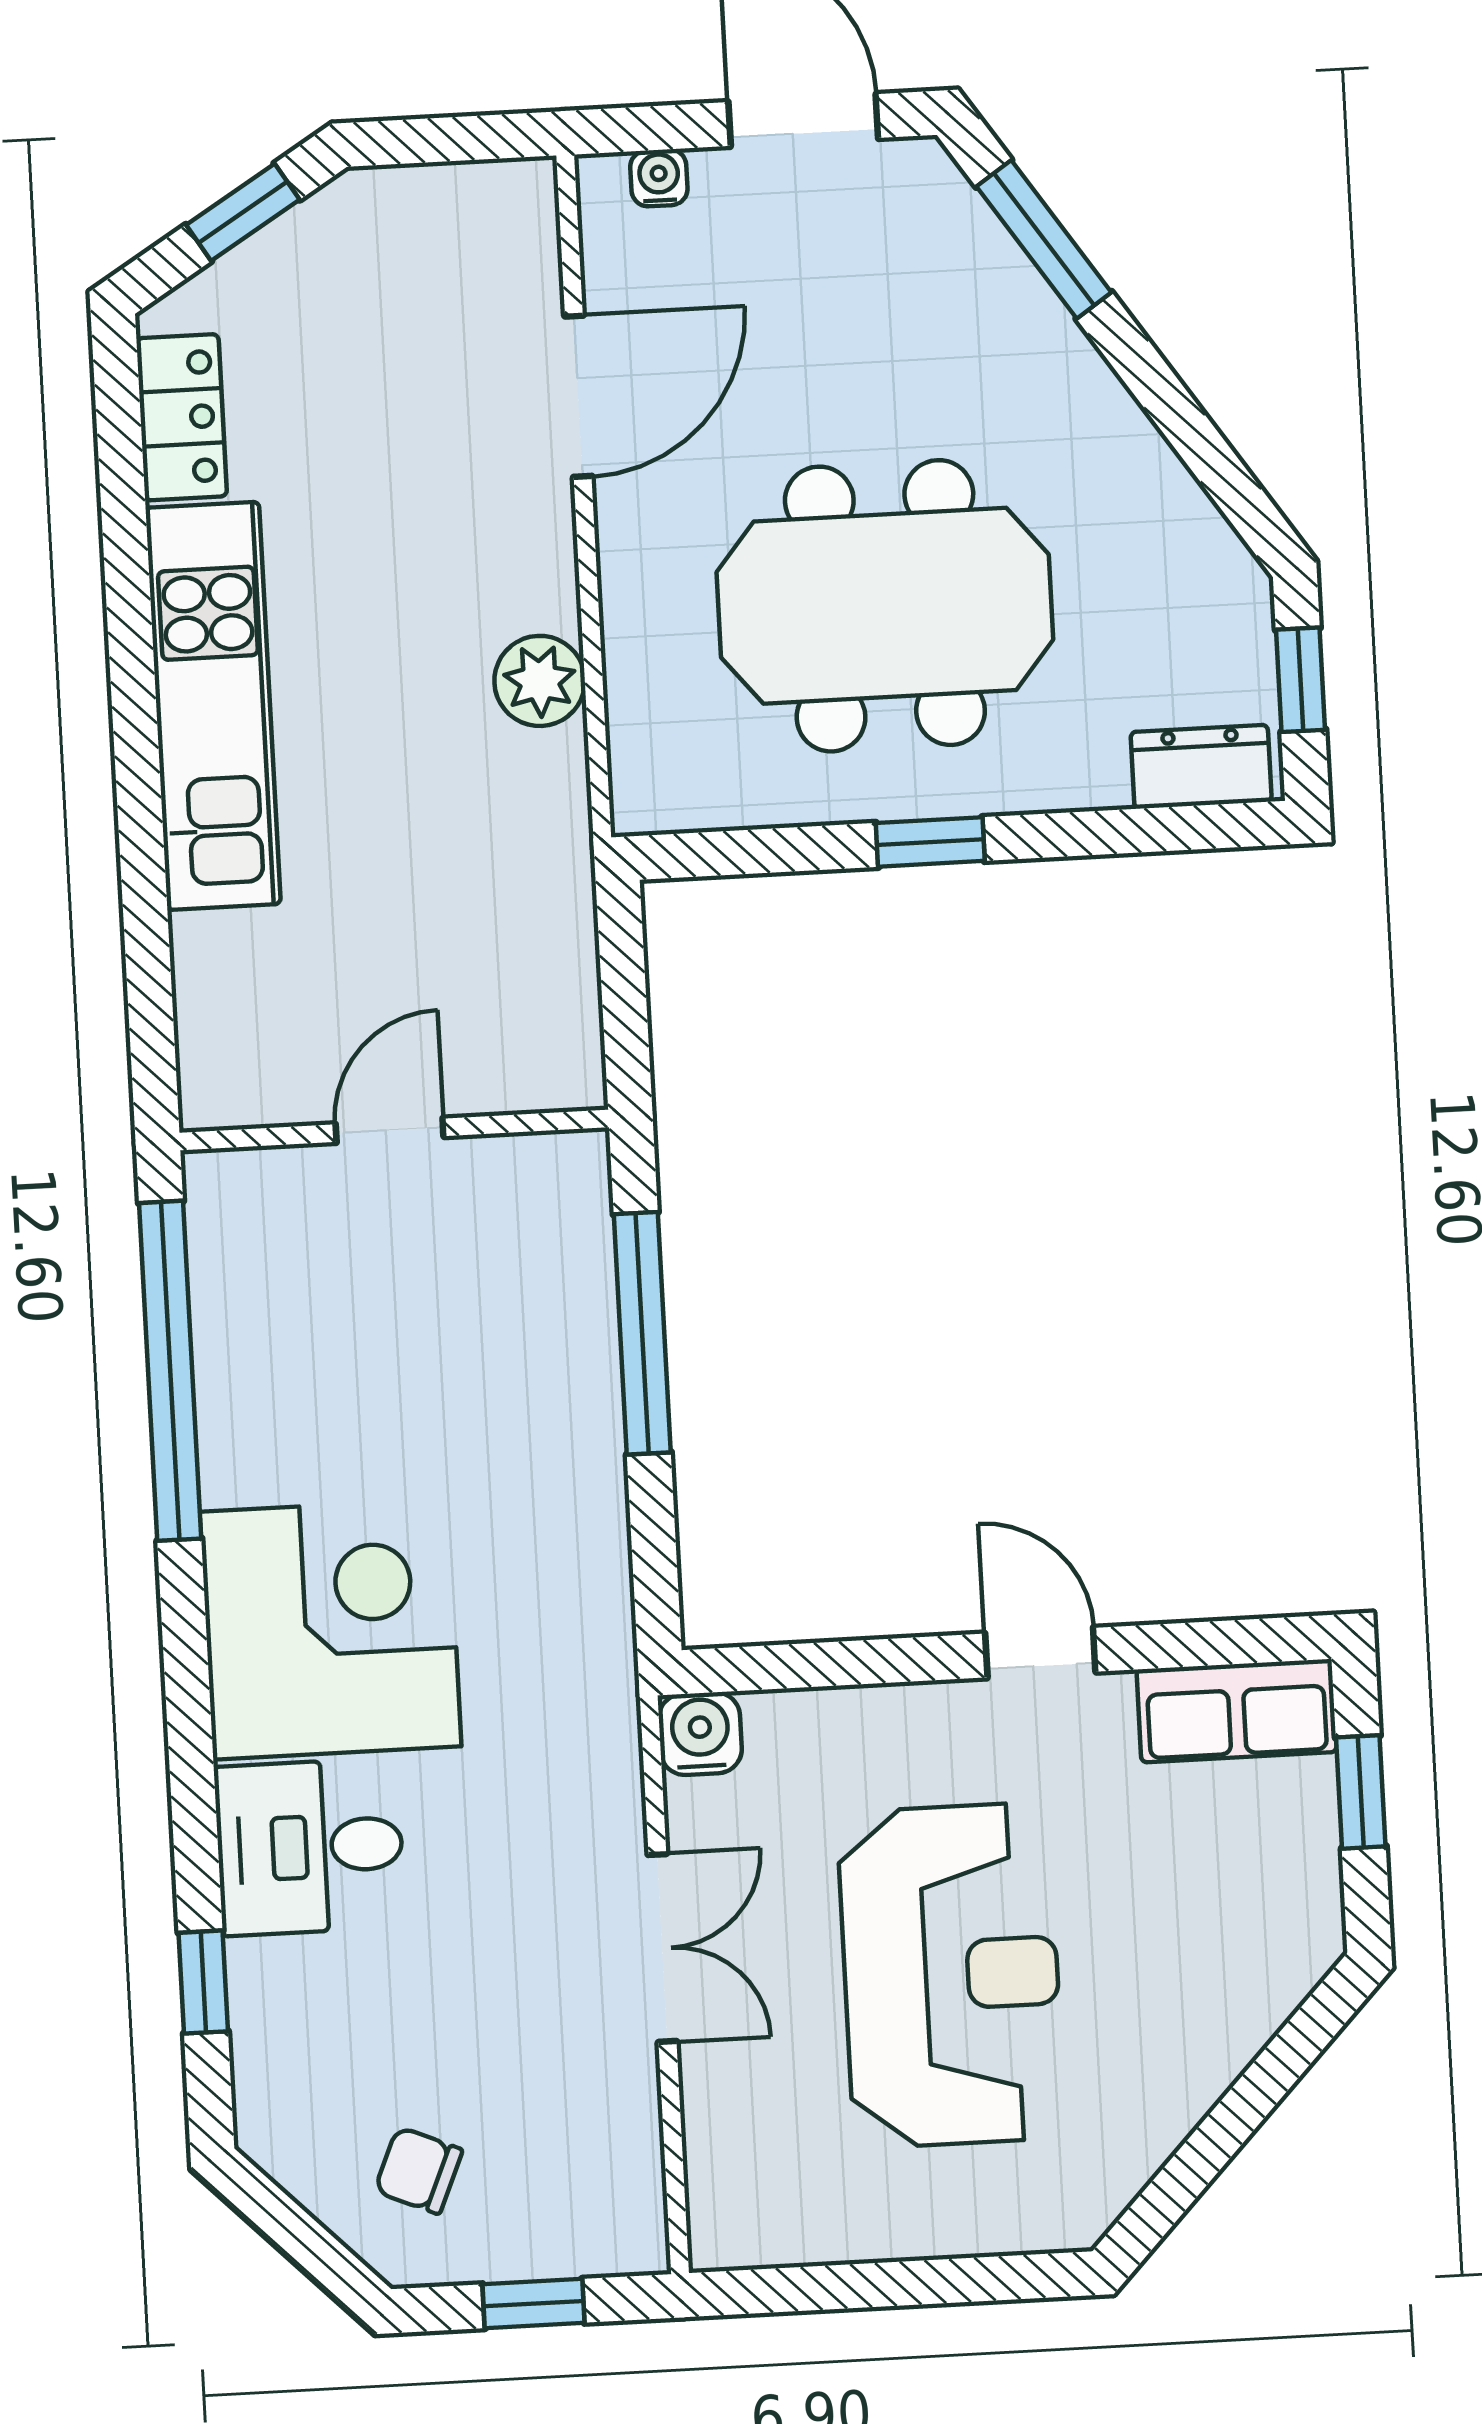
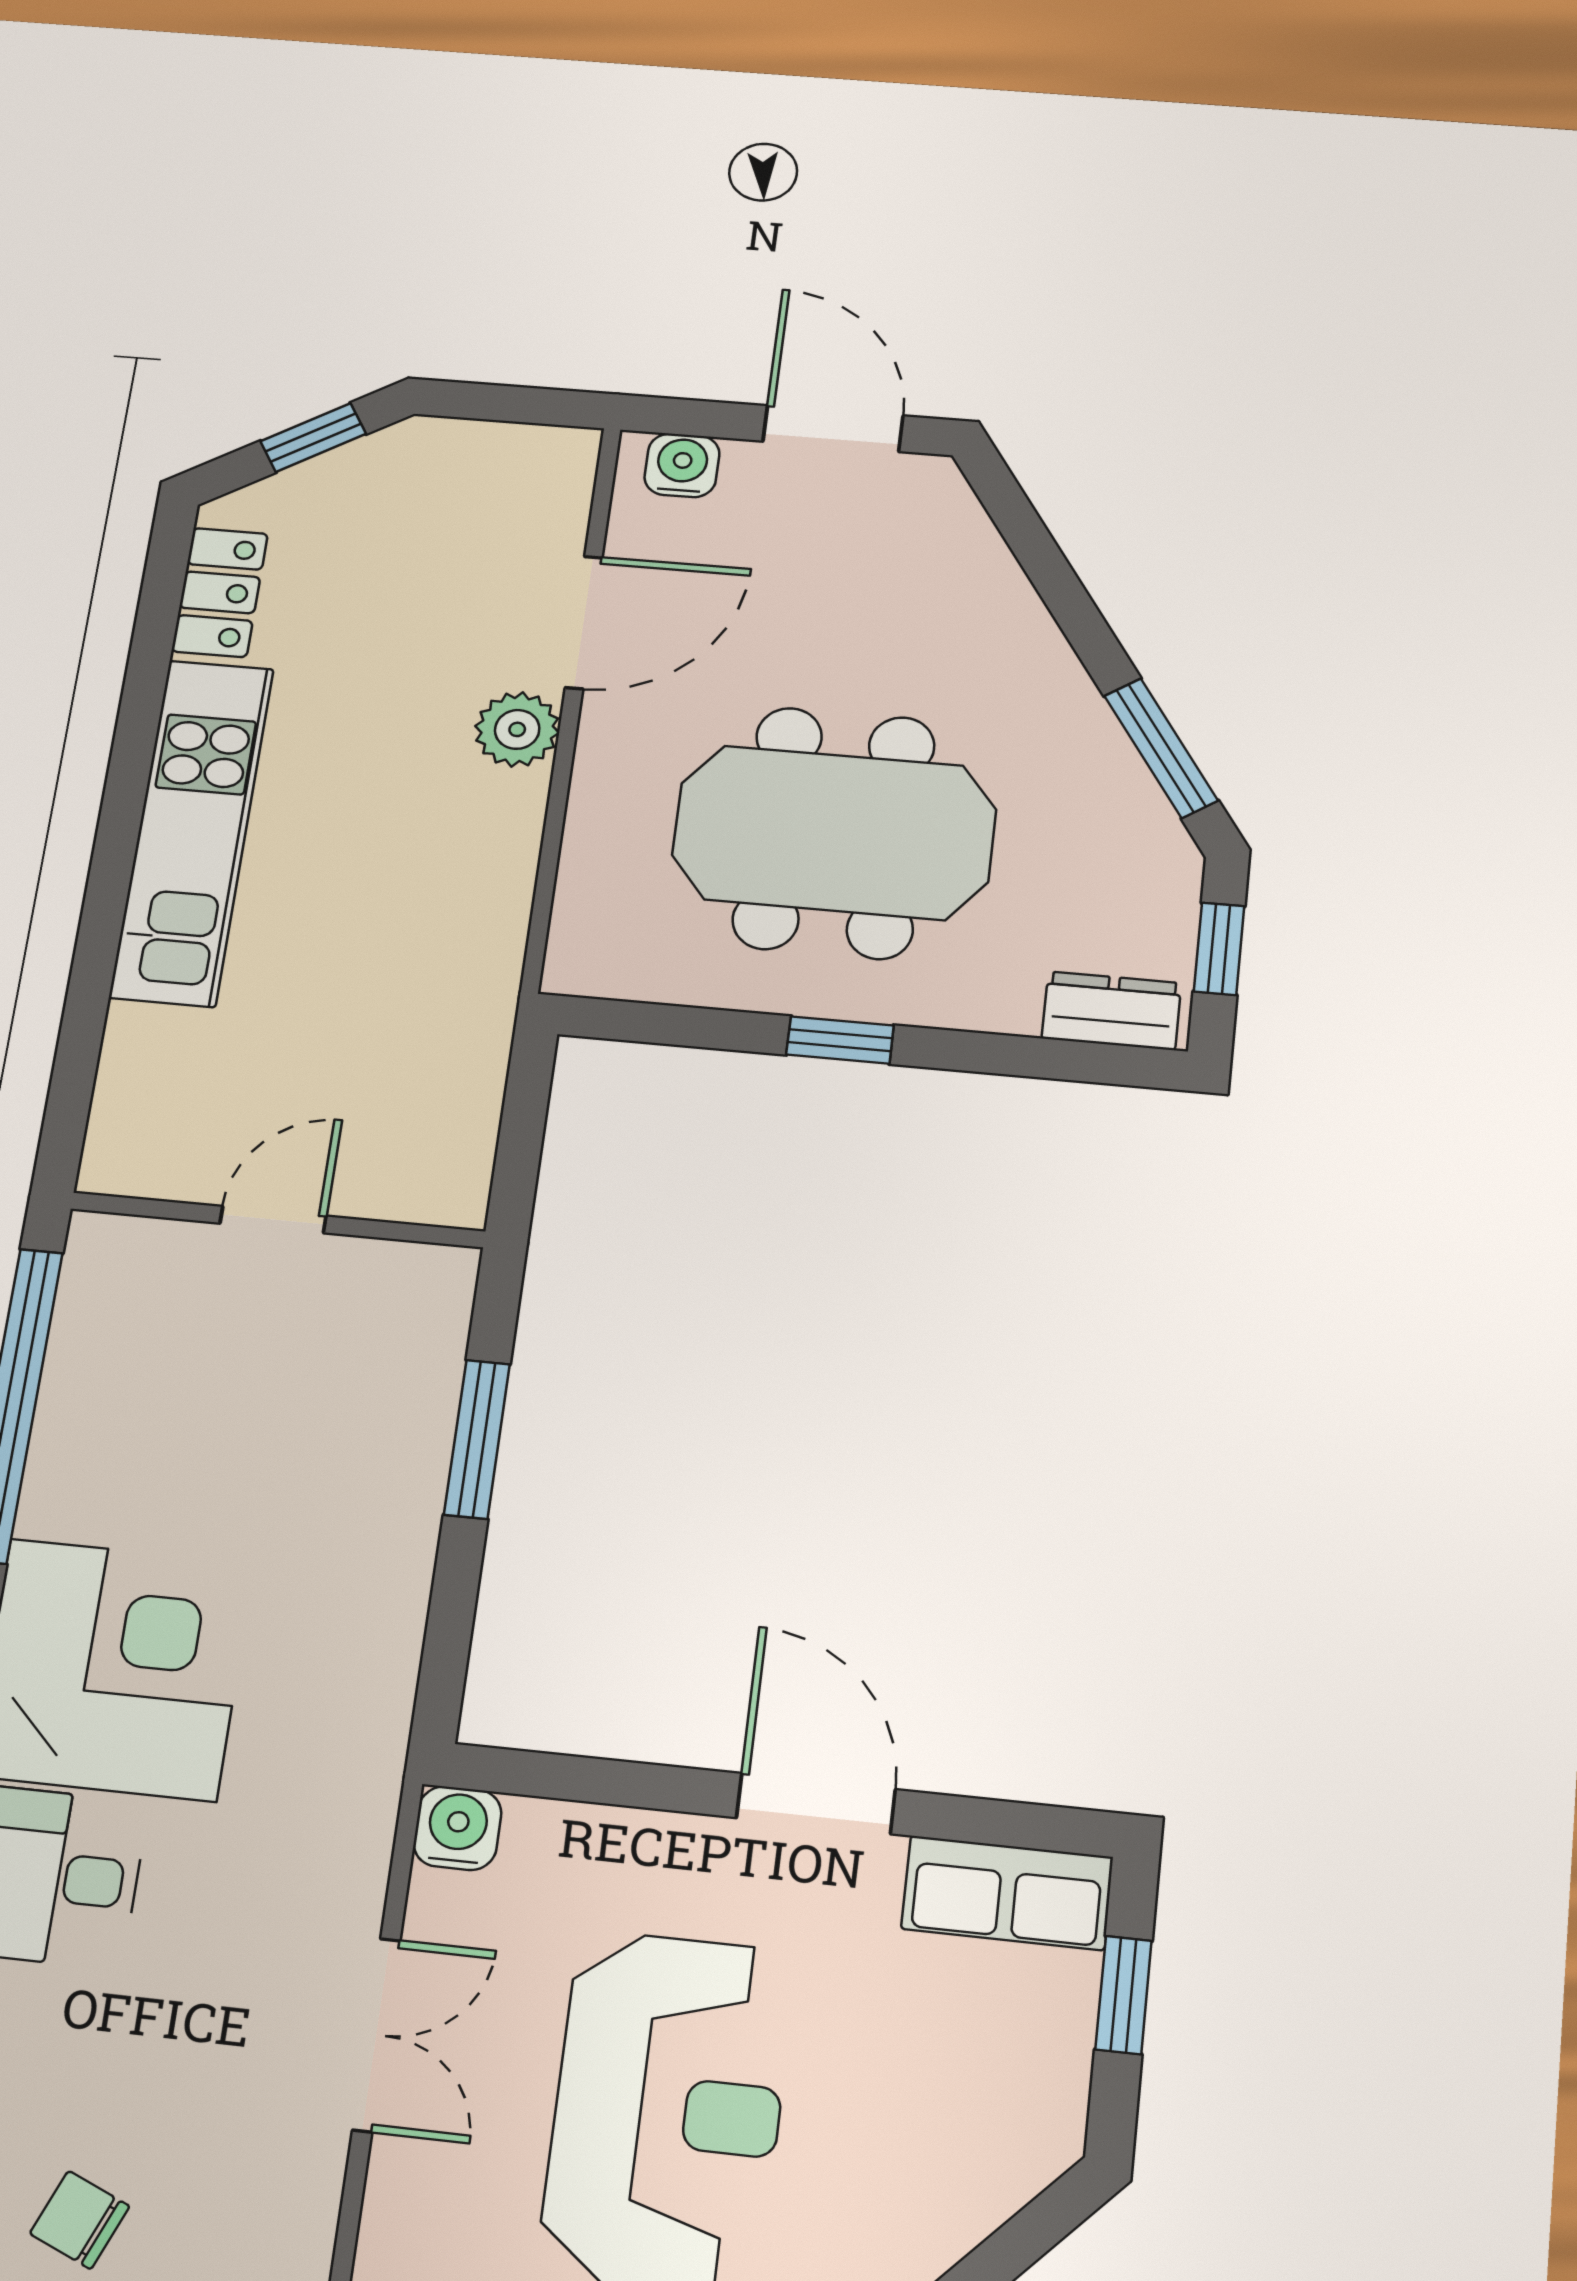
water cooler: (659, 178) -> (682, 465), width x1.38, depth x1.38
window: (1044, 239) -> (1161, 748), moved
plant: (540, 681) -> (517, 729), moved
window: (642, 1333) -> (477, 1439), width x0.69
door: (1040, 1653) -> (816, 1804), width x1.37

